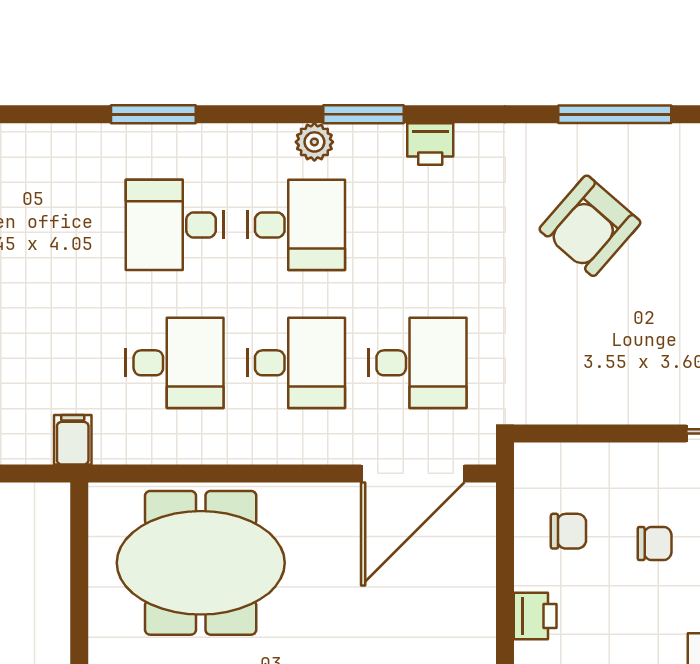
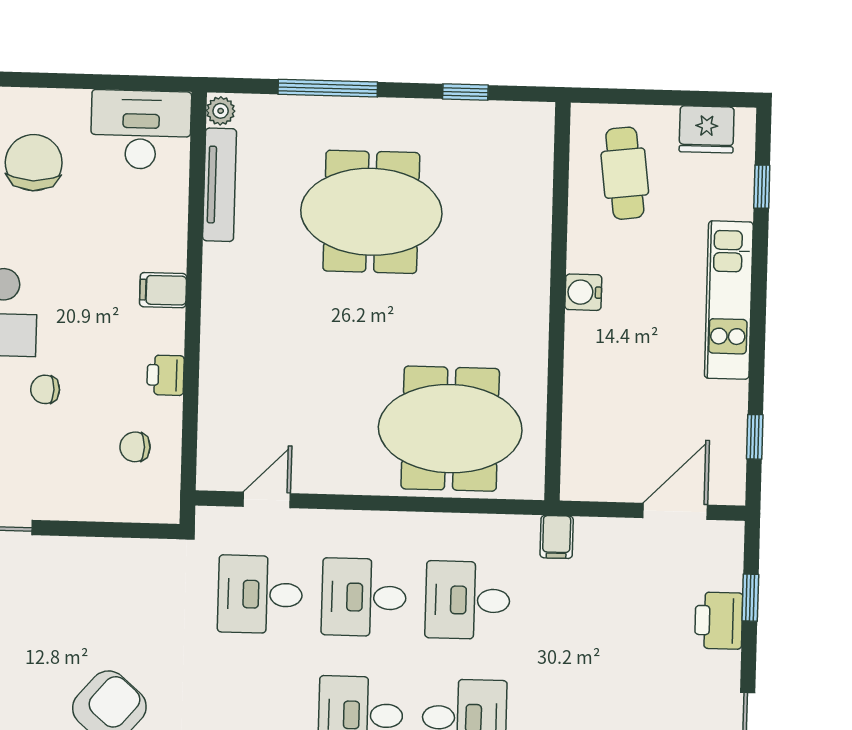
door: (413, 473) -> (267, 500), width x0.53
chair: (655, 544) -> (45, 389), moved

